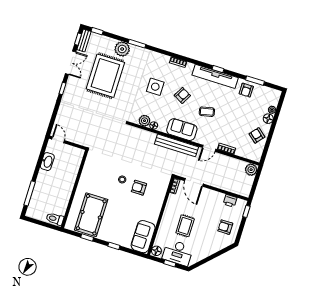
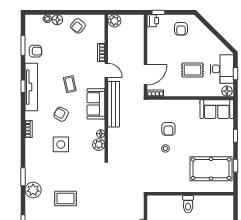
rug: (105, 76) -> (66, 199), width x0.54, depth x0.49
printer: (230, 201) -> (153, 21), moved
toilet: (55, 219) -> (188, 204), moved

